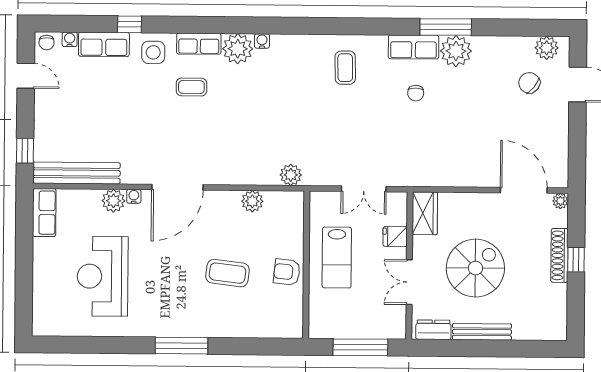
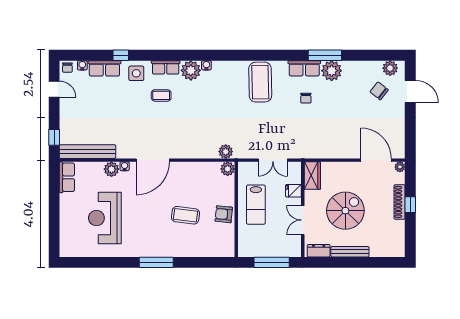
coffee table: (345, 68) -> (260, 82), width x1.86, depth x1.72
plant: (252, 201) -> (228, 169), moved

